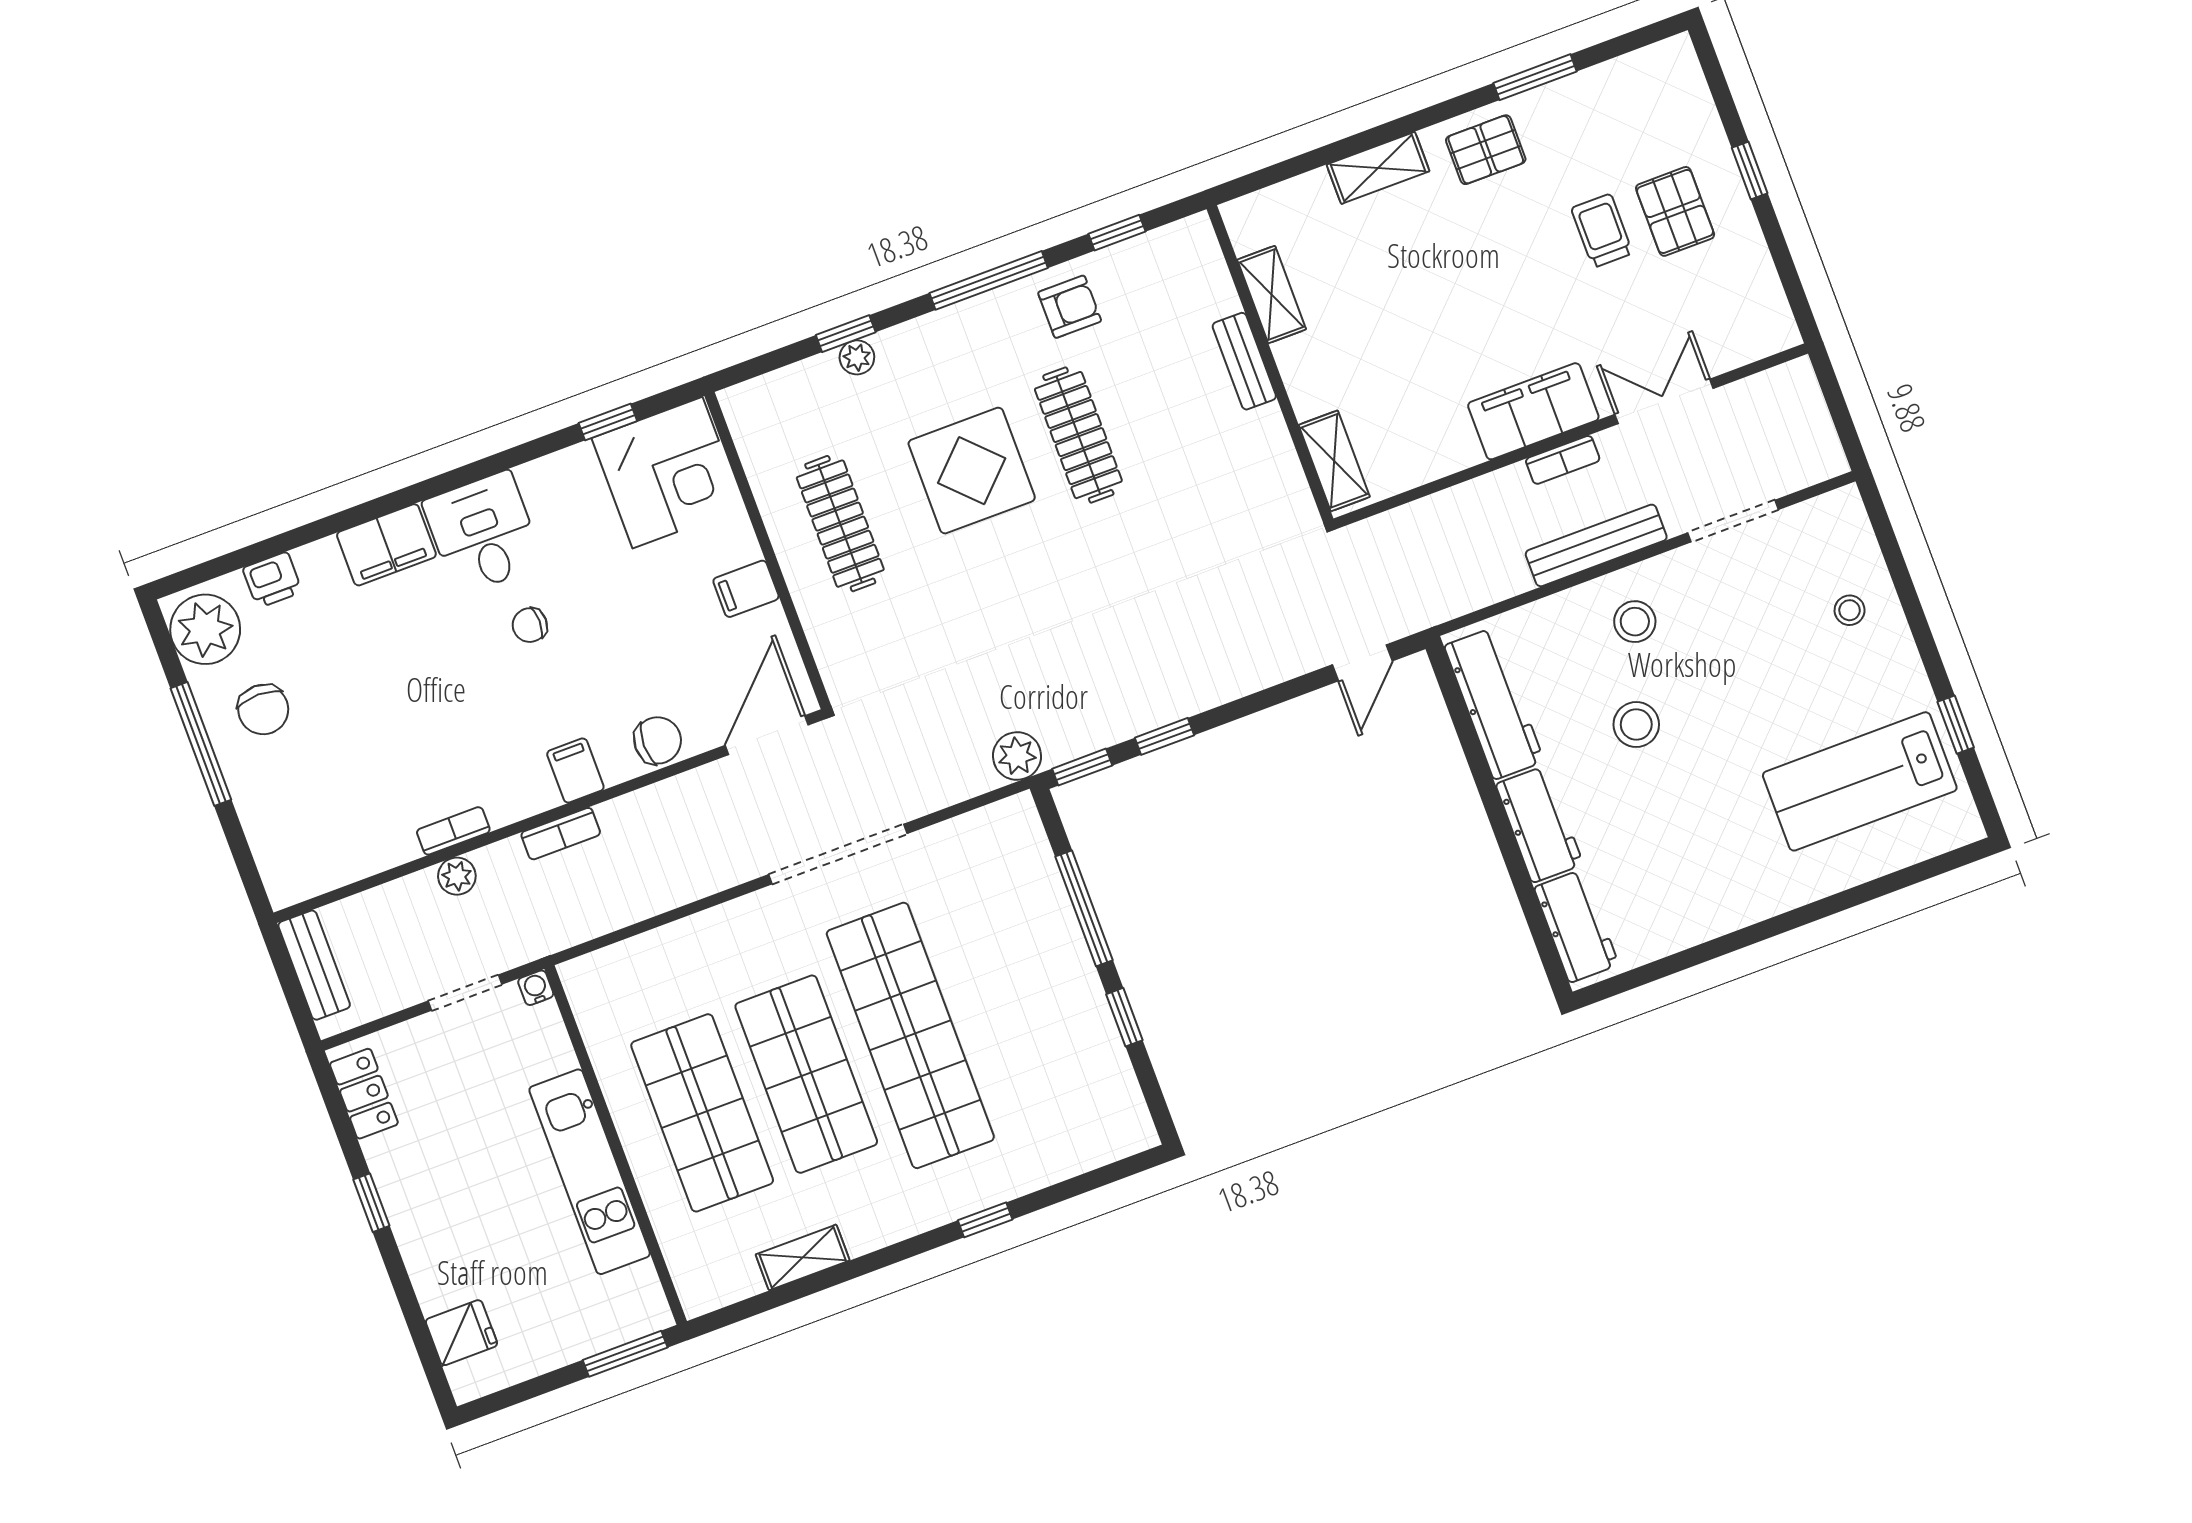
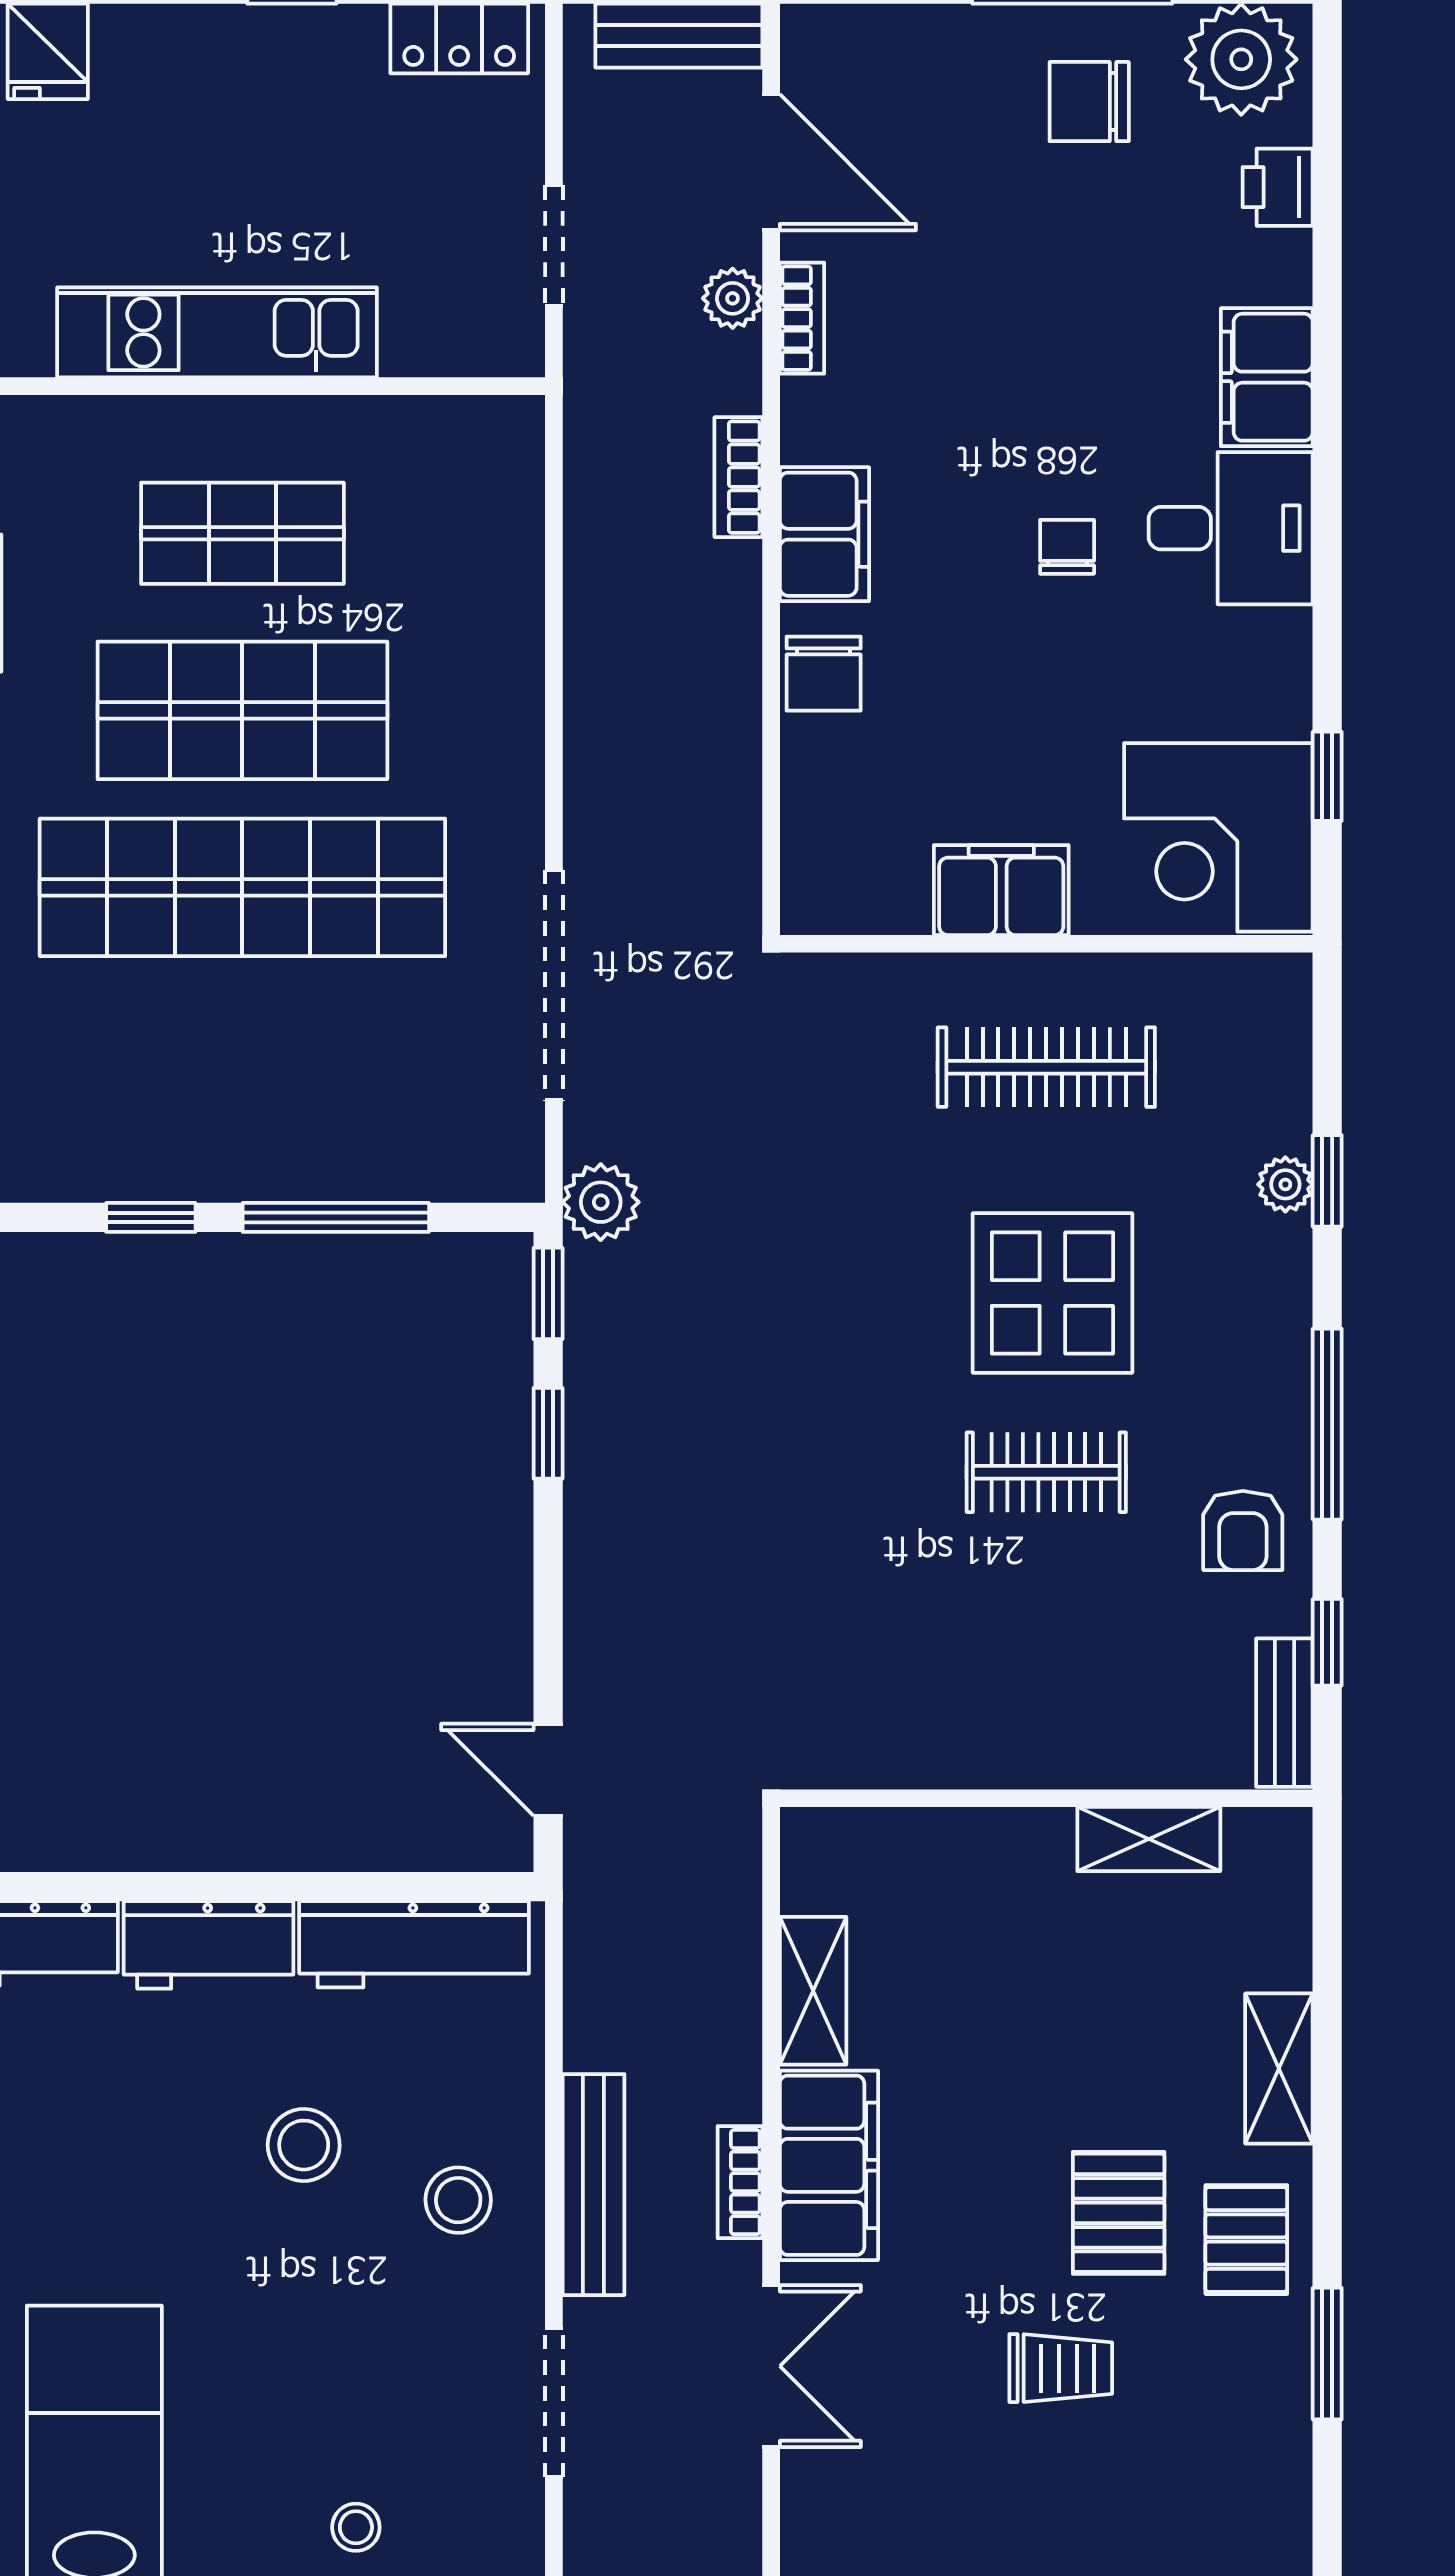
pallet: (1675, 211) -> (1119, 2213), moved, turned 90
bench: (1244, 361) -> (1284, 1713), moved, turned 90
clothes rail: (1078, 435) -> (1046, 1472), width x0.73
shelving: (1334, 461) -> (813, 1991), moved, turned 90
filing cabinet: (746, 589) -> (1001, 890), width x2.00
door: (767, 735) -> (771, 162), moved
filing cabinet: (575, 771) -> (824, 534), width x2.00
doorway: (838, 854) -> (554, 985), moved
water cooler: (536, 988) -> (522, 354), removed
shop shelf: (702, 1113) -> (242, 533), width x0.70, depth x0.74

